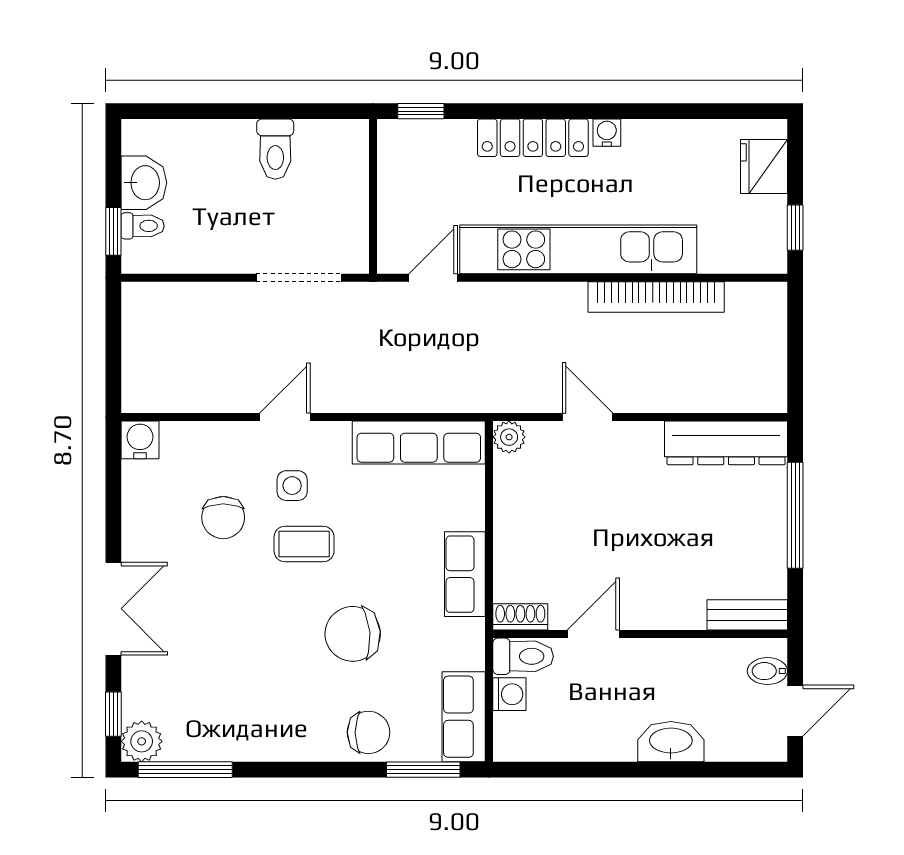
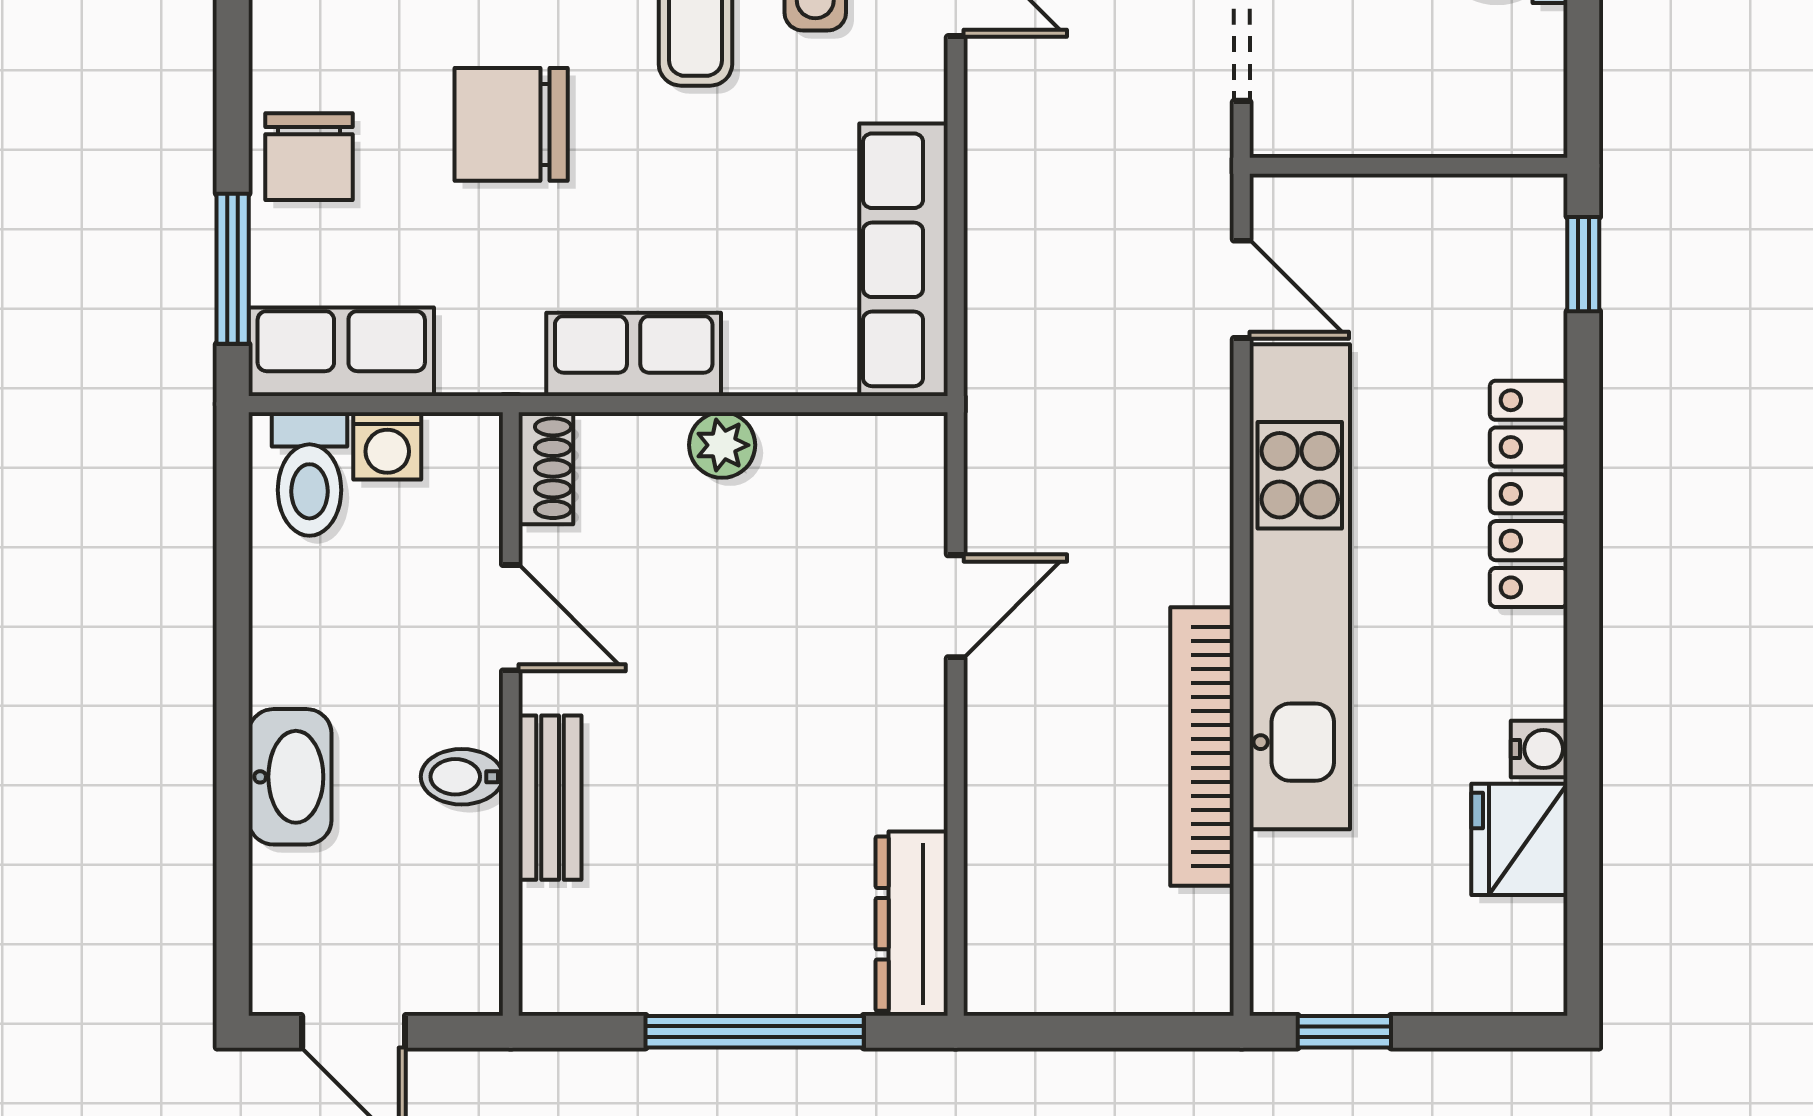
water cooler: (607, 133) -> (1539, 749), moved
fridge: (764, 166) -> (1519, 839), moved, turned -90
plant: (509, 437) -> (722, 445), moved
dresser: (726, 443) -> (912, 924), width x0.73, depth x0.80
bench: (747, 615) -> (550, 798), moved
chair: (353, 634) -> (511, 124), turned -85
toilet: (523, 656) -> (309, 474), moved
bidet: (767, 671) -> (462, 777), moved, turned -90

